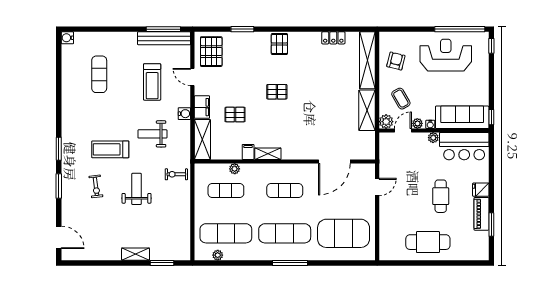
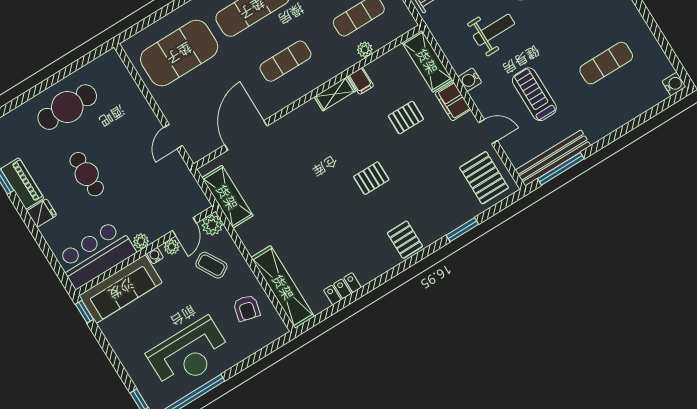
exercise mat: (99, 74) -> (606, 63), turned 90
shelving: (367, 110) -> (227, 197), moved

